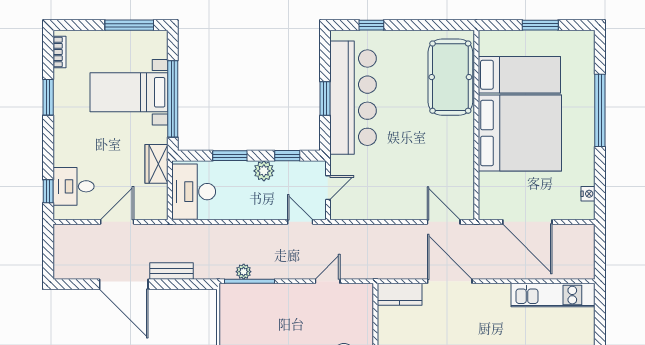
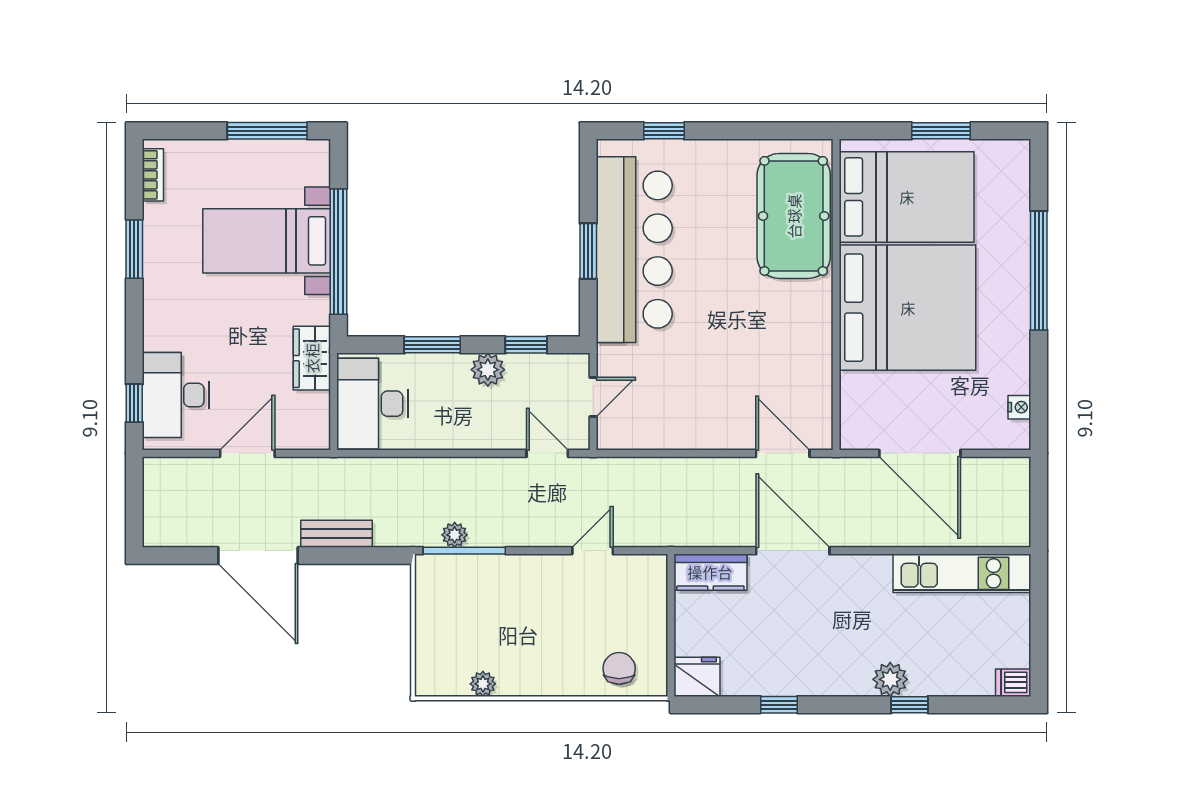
bed: (519, 75) -> (907, 197), width x1.50
desk: (74, 186) -> (176, 395), width x1.37

